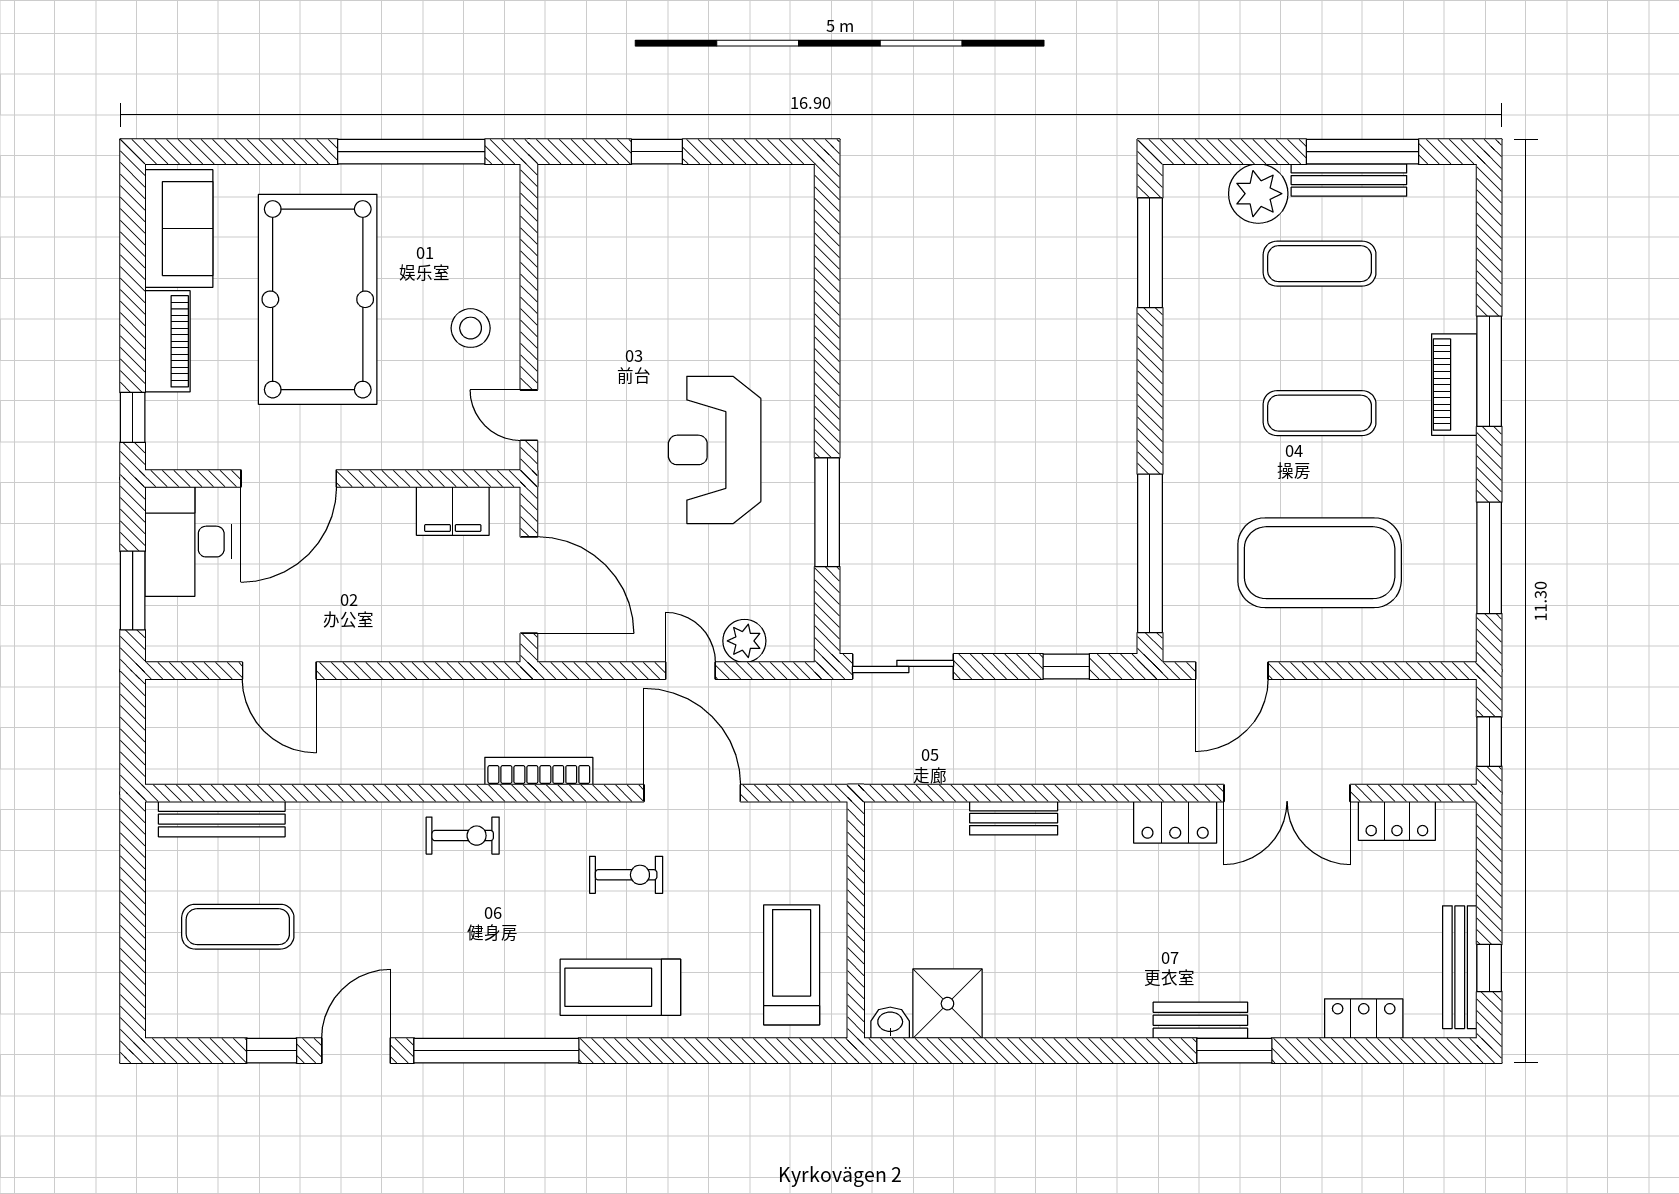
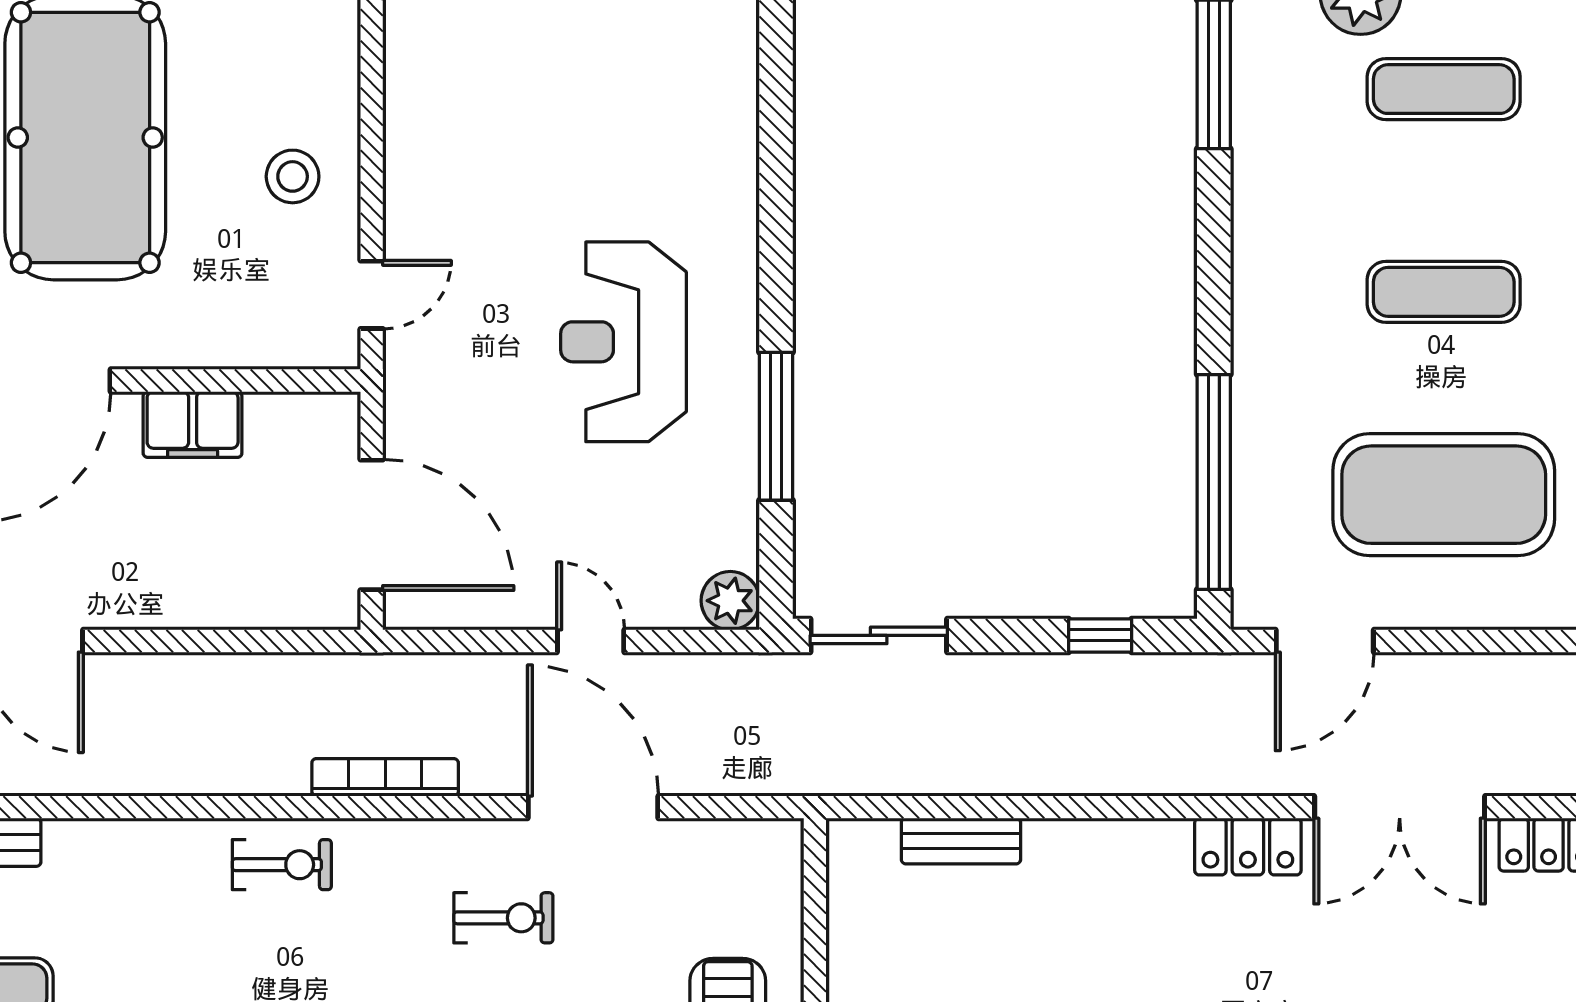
door: (529, 415) -> (372, 295), swing flipped
filing cabinet: (453, 511) -> (193, 425), moved
plant: (744, 641) -> (730, 601), moved
bench: (1014, 818) -> (961, 841), moved

